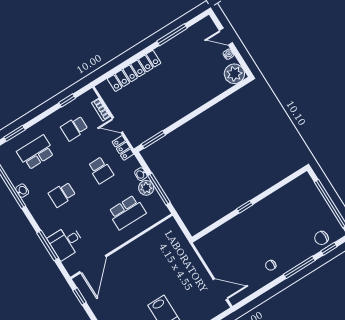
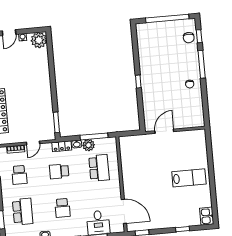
locker: (123, 148) -> (62, 146), moved
school desk: (36, 152) -> (23, 212), turned 180
school desk: (101, 170) -> (59, 171), turned 180
door: (220, 289) -> (164, 131), moved

